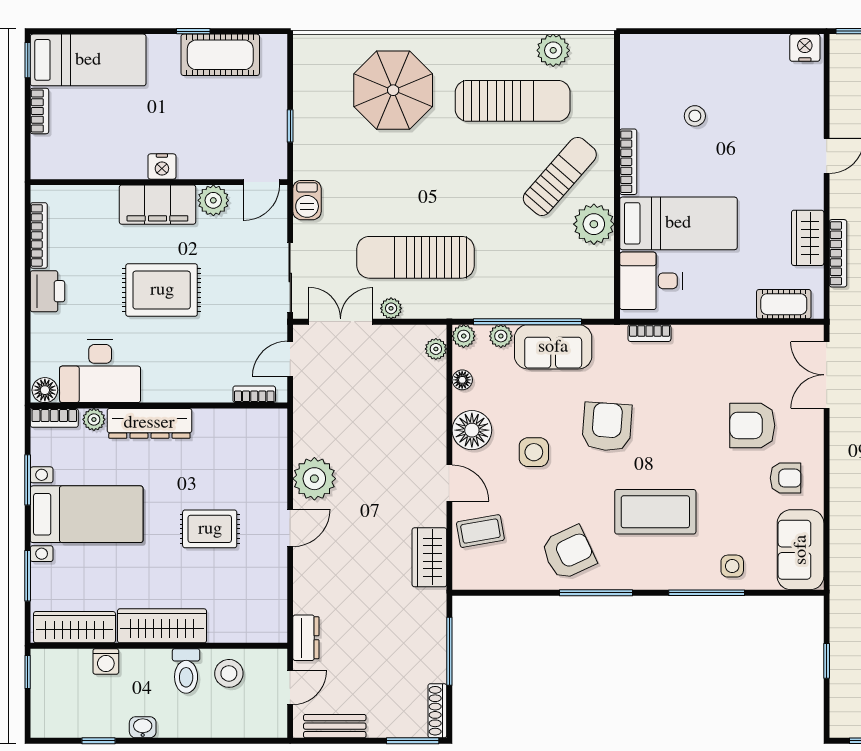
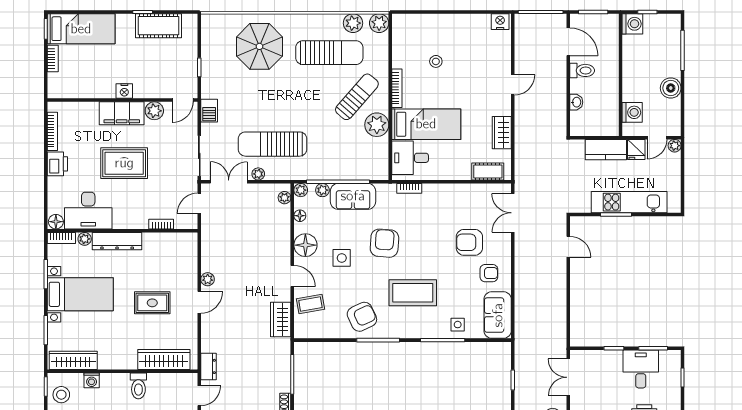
plant: (598, 50) -> (379, 23), added
bookcase: (838, 253) -> (519, 142), removed
bookcase: (254, 394) -> (161, 224), moved
plant: (314, 479) -> (208, 279), width x0.53, depth x0.53
wardrobe: (162, 626) -> (164, 359), moved
stool: (229, 673) -> (61, 395), moved

